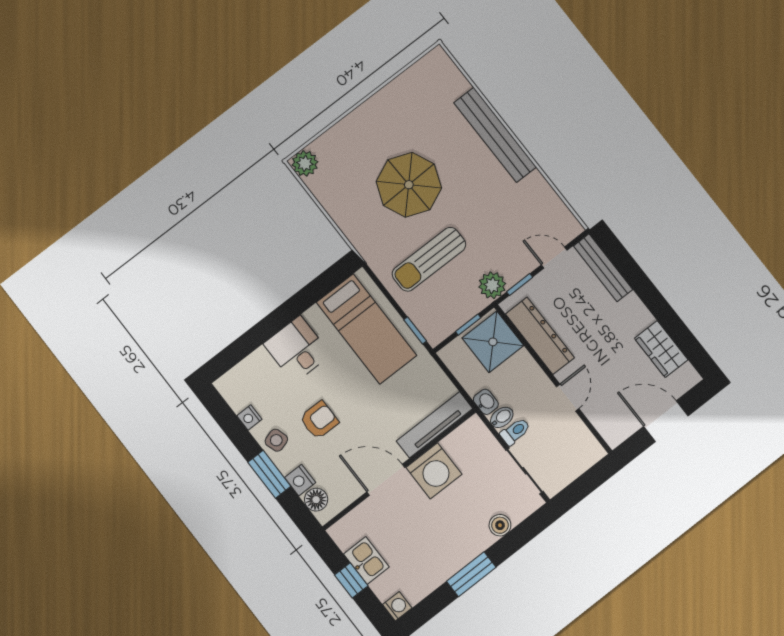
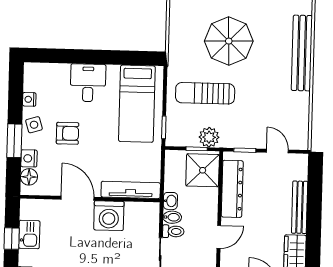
bench: (603, 268) -> (300, 207), moved
plant: (492, 285) -> (209, 137), moved

